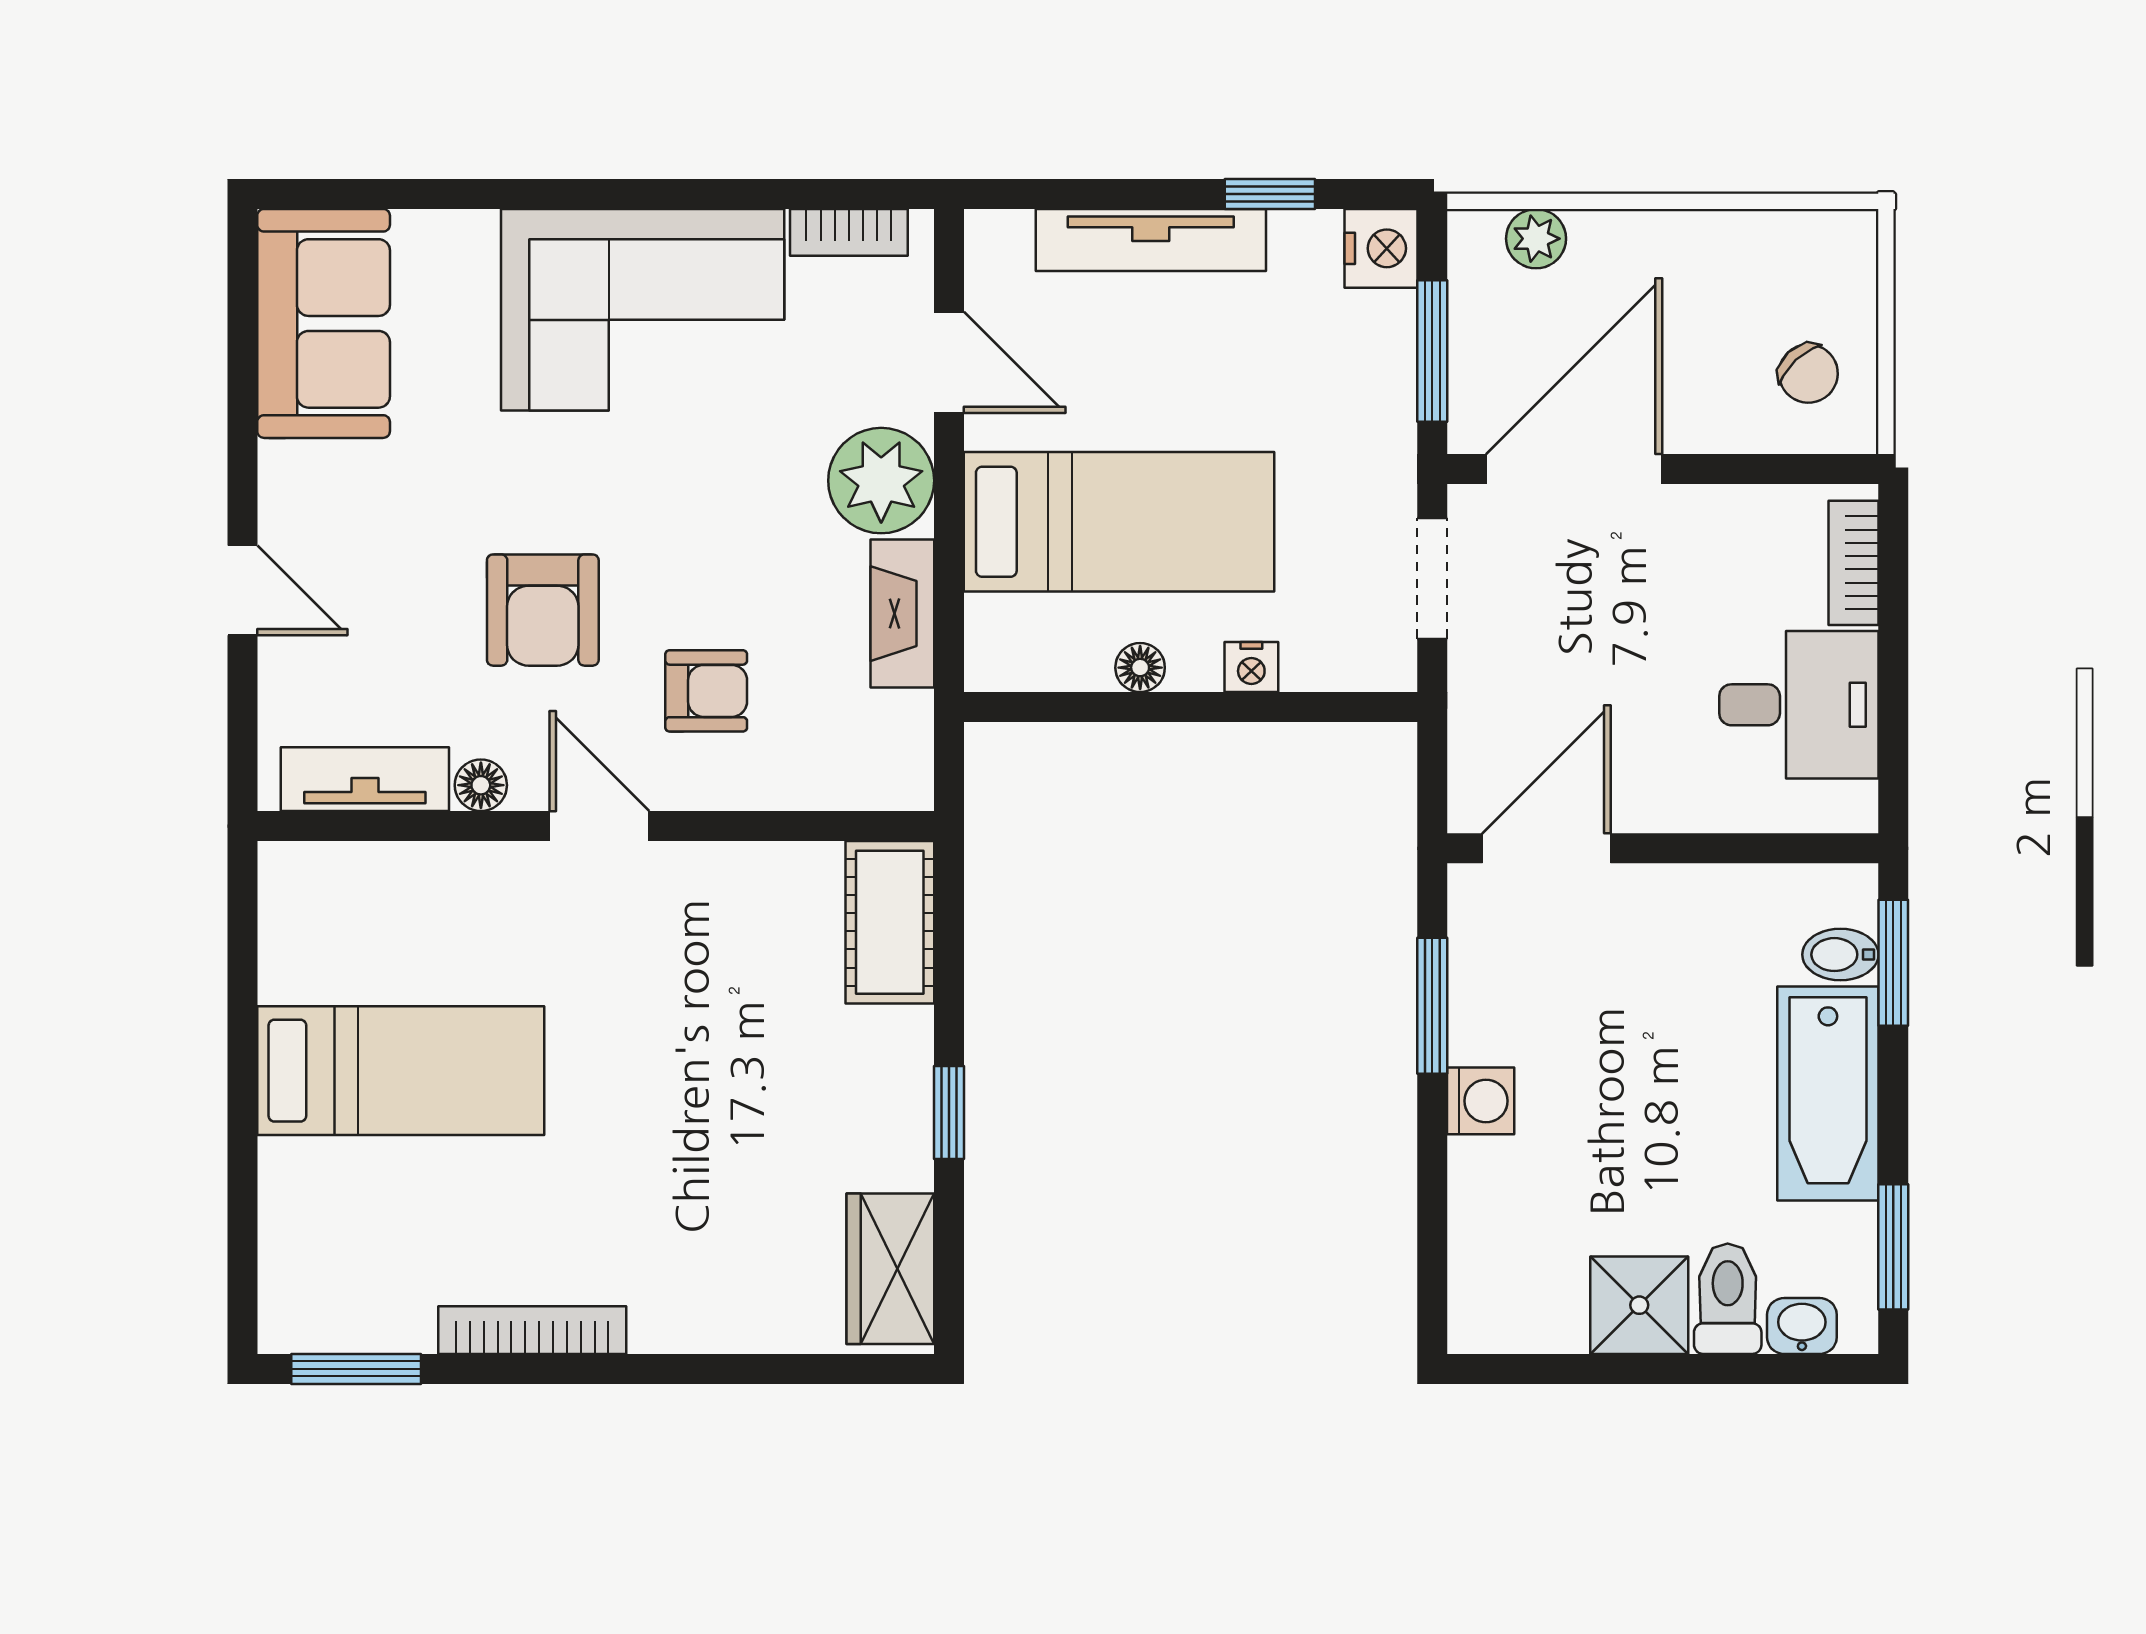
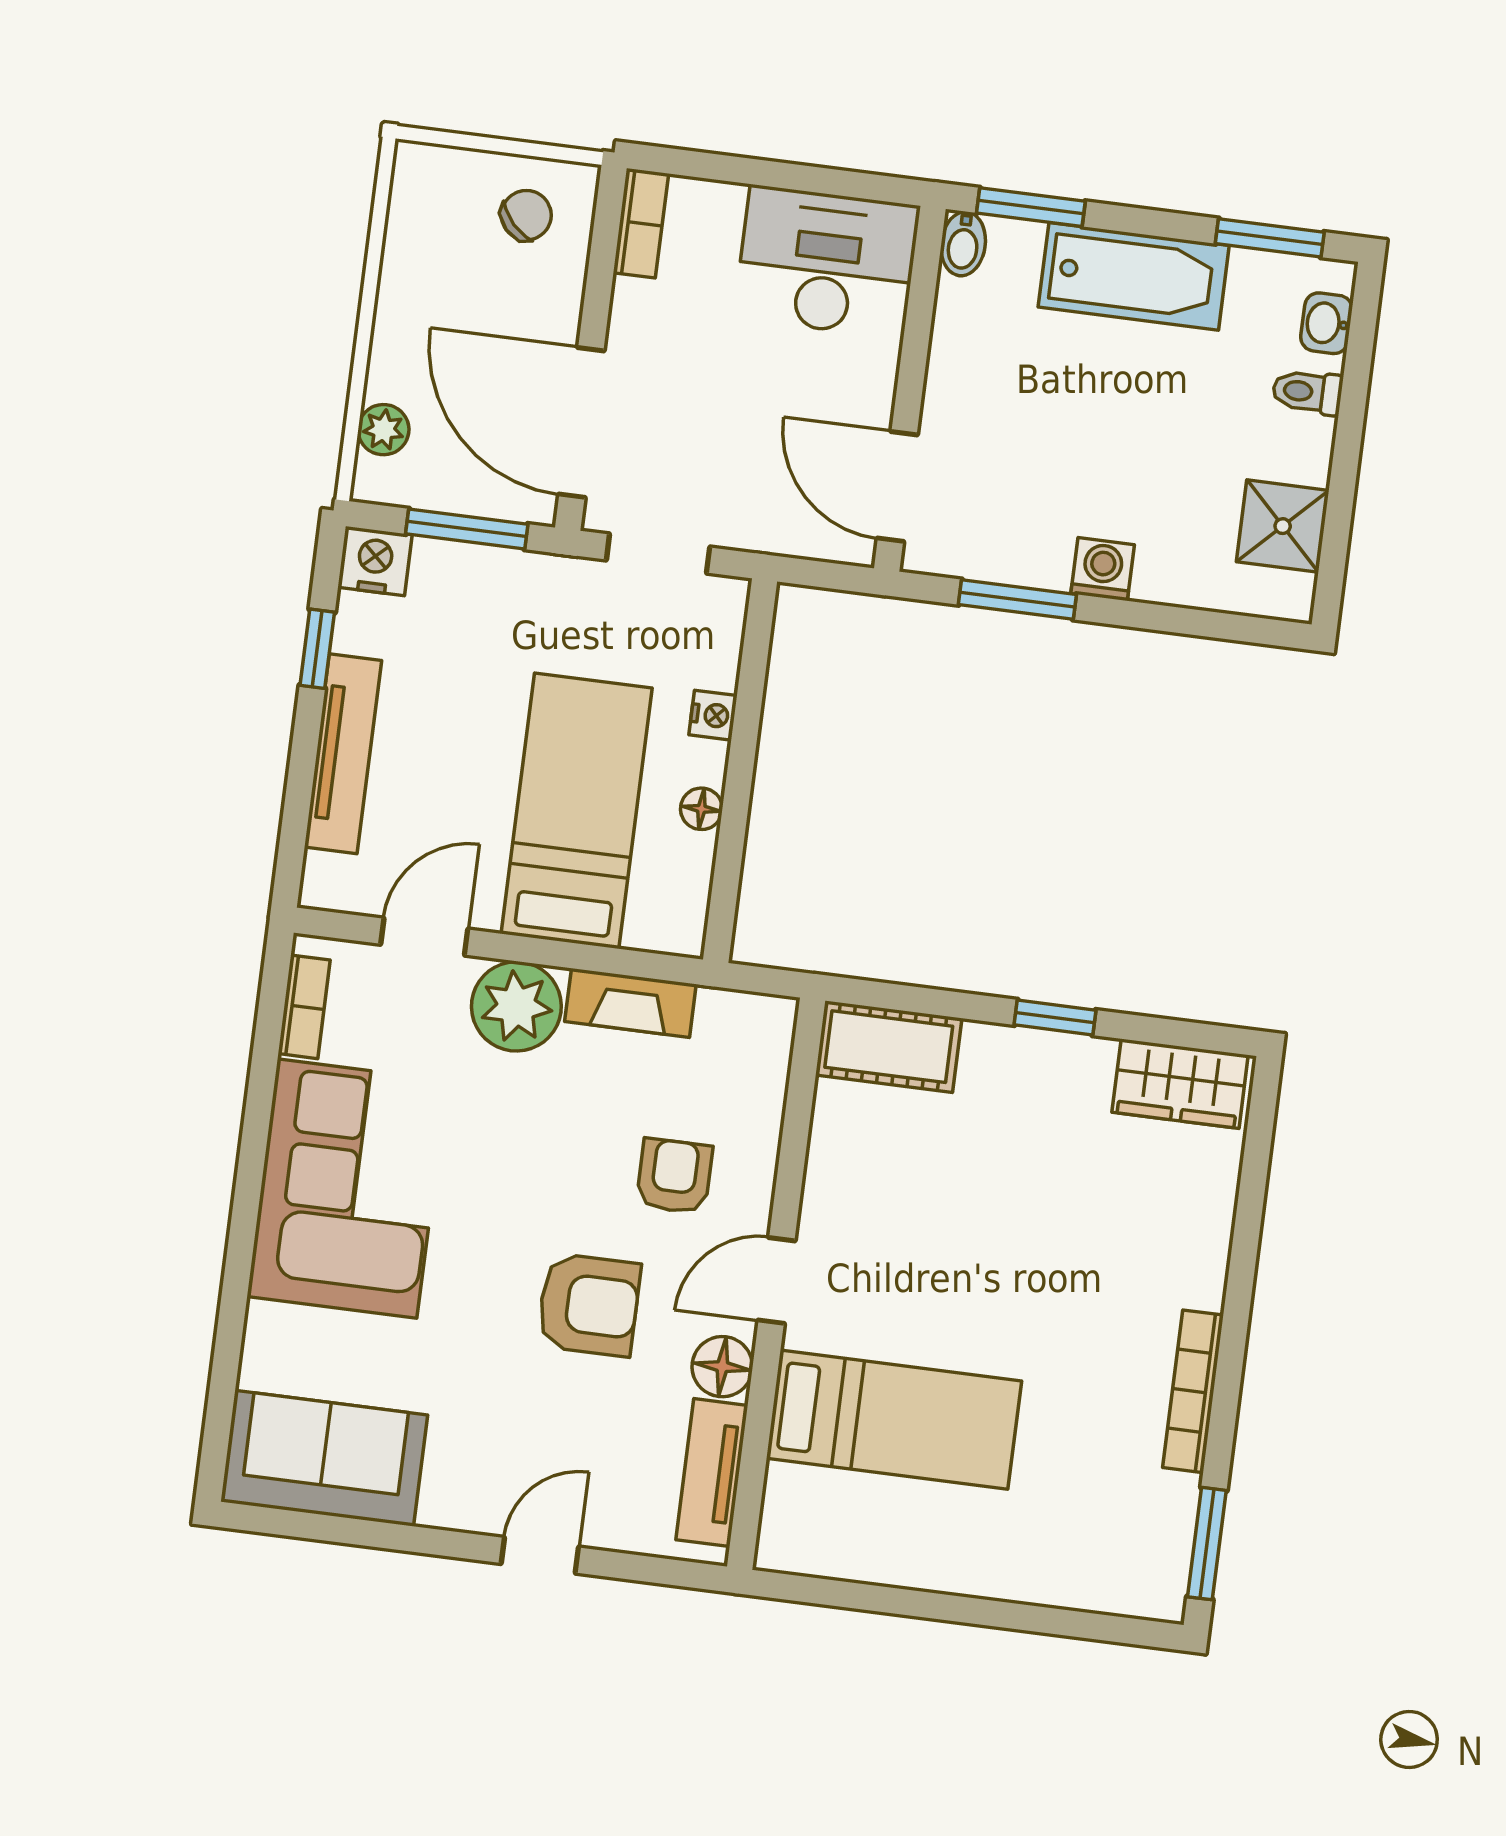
bookcase: (1854, 563) -> (641, 223), moved, turned -90
desk: (1799, 705) -> (827, 262), width x1.37
floor lamp: (481, 785) -> (722, 1367), width x1.37, depth x1.37
bidet: (1840, 955) -> (963, 244), moved
bed: (401, 1071) -> (894, 1420), moved, turned 90
toilet: (1728, 1299) -> (1307, 392), width x0.73, depth x0.72
shower: (1639, 1305) -> (1283, 526), moved

